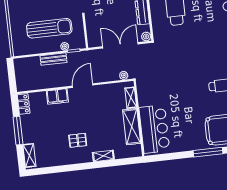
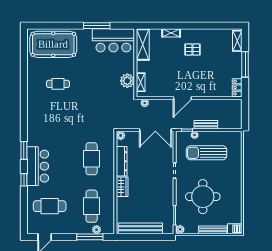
double door: (120, 45) -> (155, 130), moved
filing cabinet: (57, 96) -> (206, 91), removed
plant: (146, 98) -> (127, 81), added
shelving: (132, 127) -> (143, 45), moved
bar counter: (154, 129) -> (113, 40), moved, turned -90
window: (208, 152) -> (97, 26), moved

